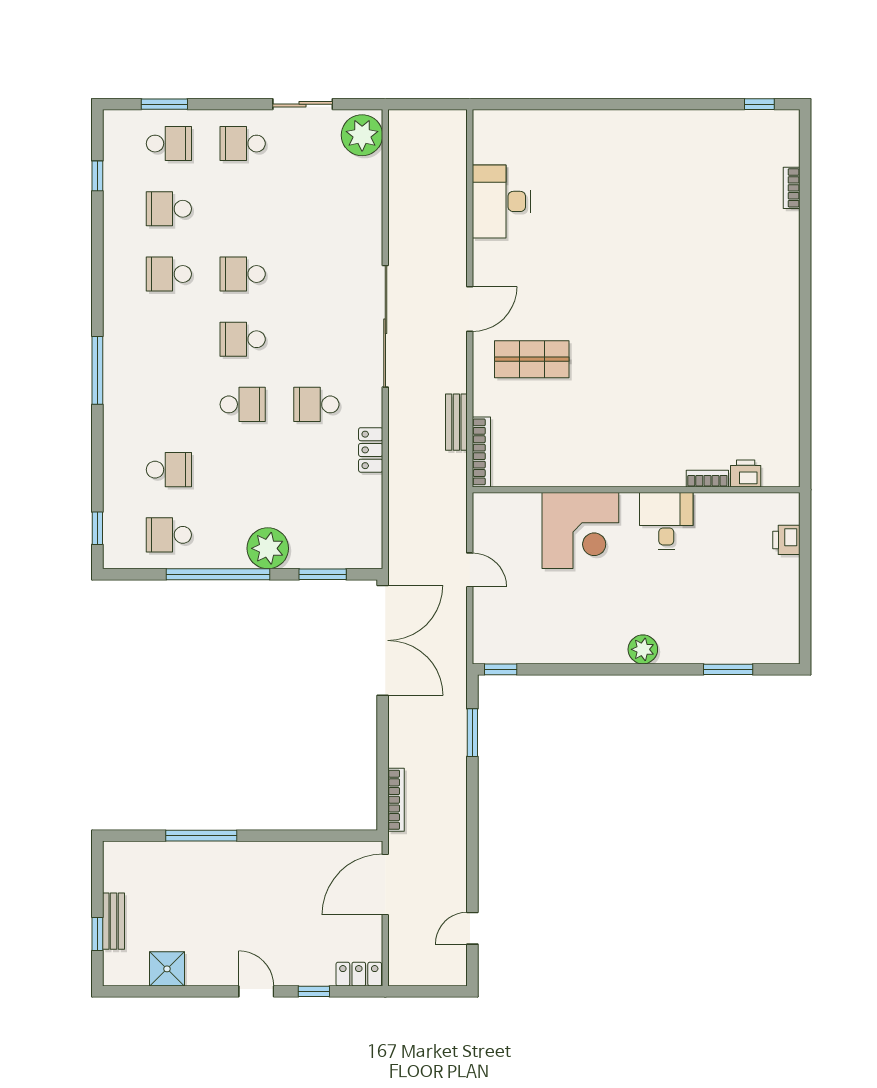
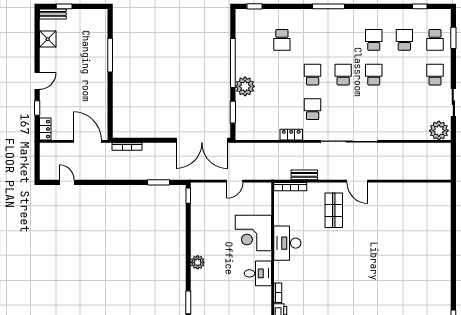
desk: (501, 201) -> (287, 243), moved, turned -90
school desk: (243, 404) -> (313, 75), turned 180
school desk: (169, 535) -> (251, 40), removed
bench: (114, 921) -> (53, 14), moved

